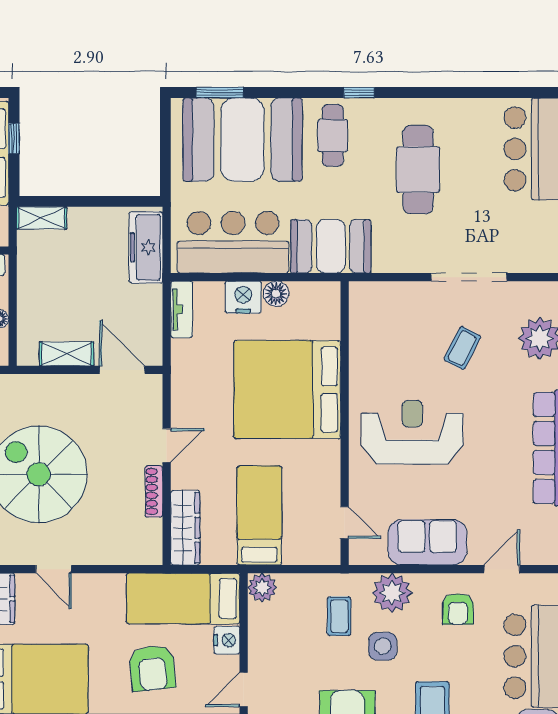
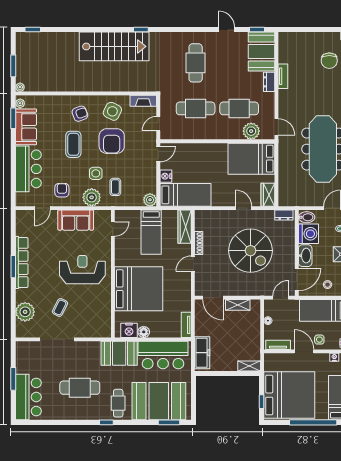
cafe table: (418, 170) -> (80, 388), turned 90
nightstand: (243, 297) -> (129, 330), moved
reception desk: (412, 432) -> (82, 270), turned 180
door: (345, 523) -> (113, 229), swing flipped
armchair: (152, 668) -> (199, 164), removed

